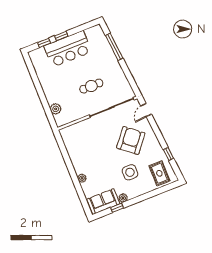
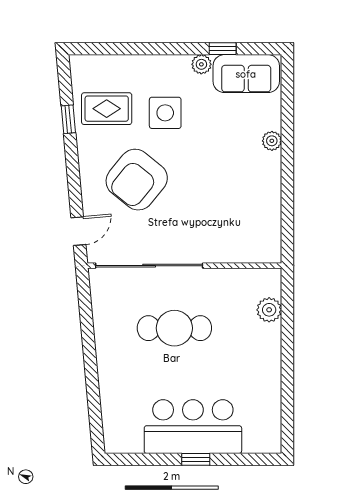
window: (44, 43) -> (238, 459), removed
window: (114, 47) -> (93, 392), removed
cafe table: (91, 86) -> (174, 328), width x1.37, depth x1.35
rug: (159, 173) -> (107, 109), moved, turned 90

